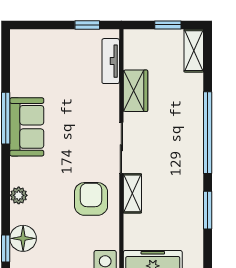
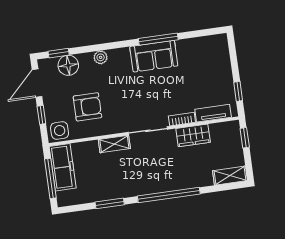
window: (168, 25) -> (245, 138), moved
bookcase: (113, 102) -> (182, 119), added
armchair: (91, 199) -> (87, 107), moved

